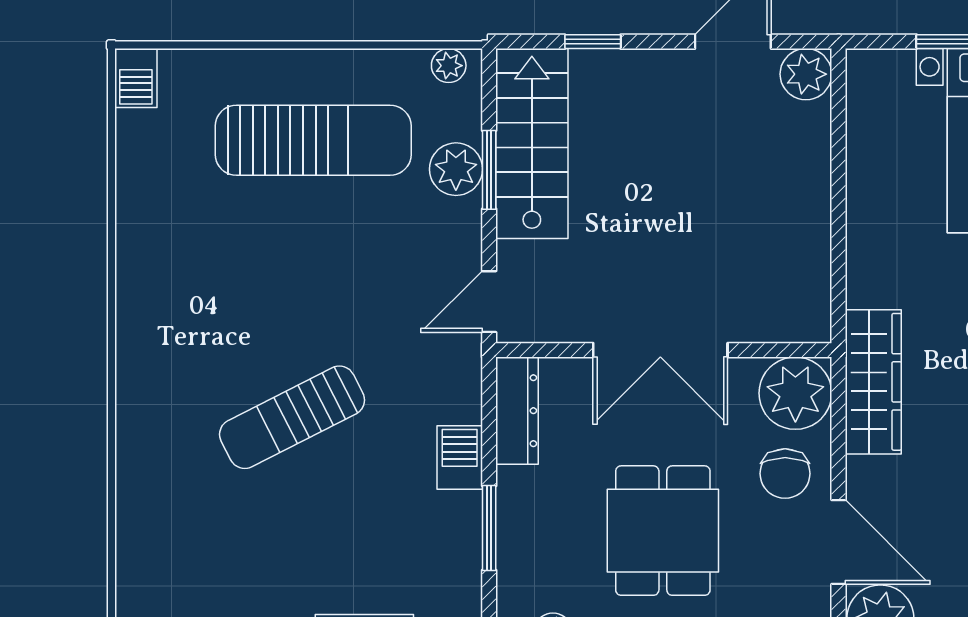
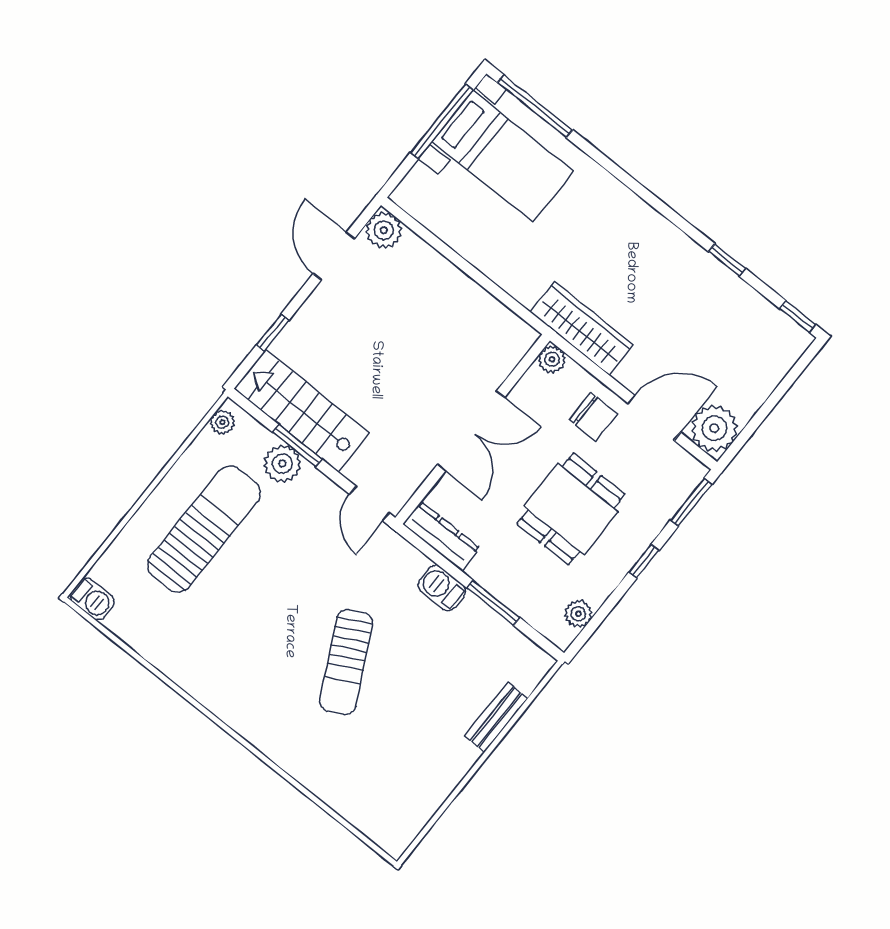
plant: (795, 393) -> (552, 359), width x0.53, depth x0.53
dining table: (663, 531) -> (571, 509), turned 90

